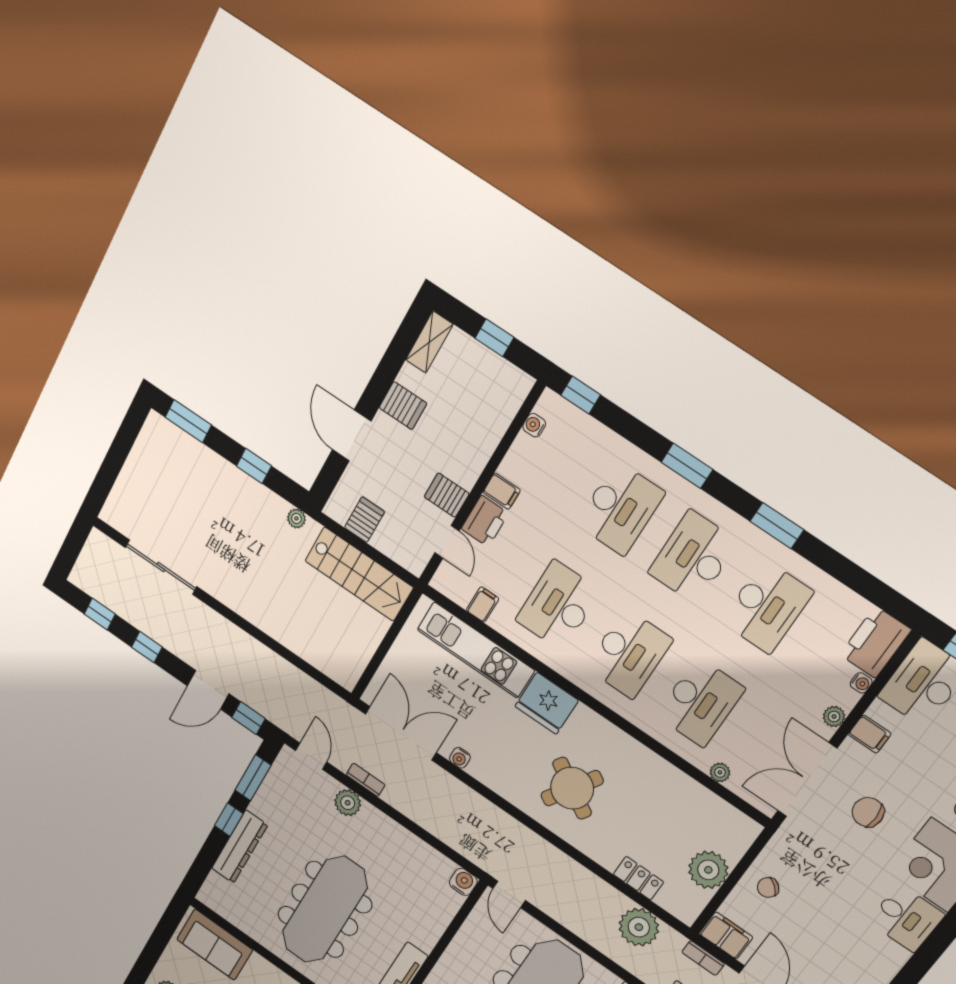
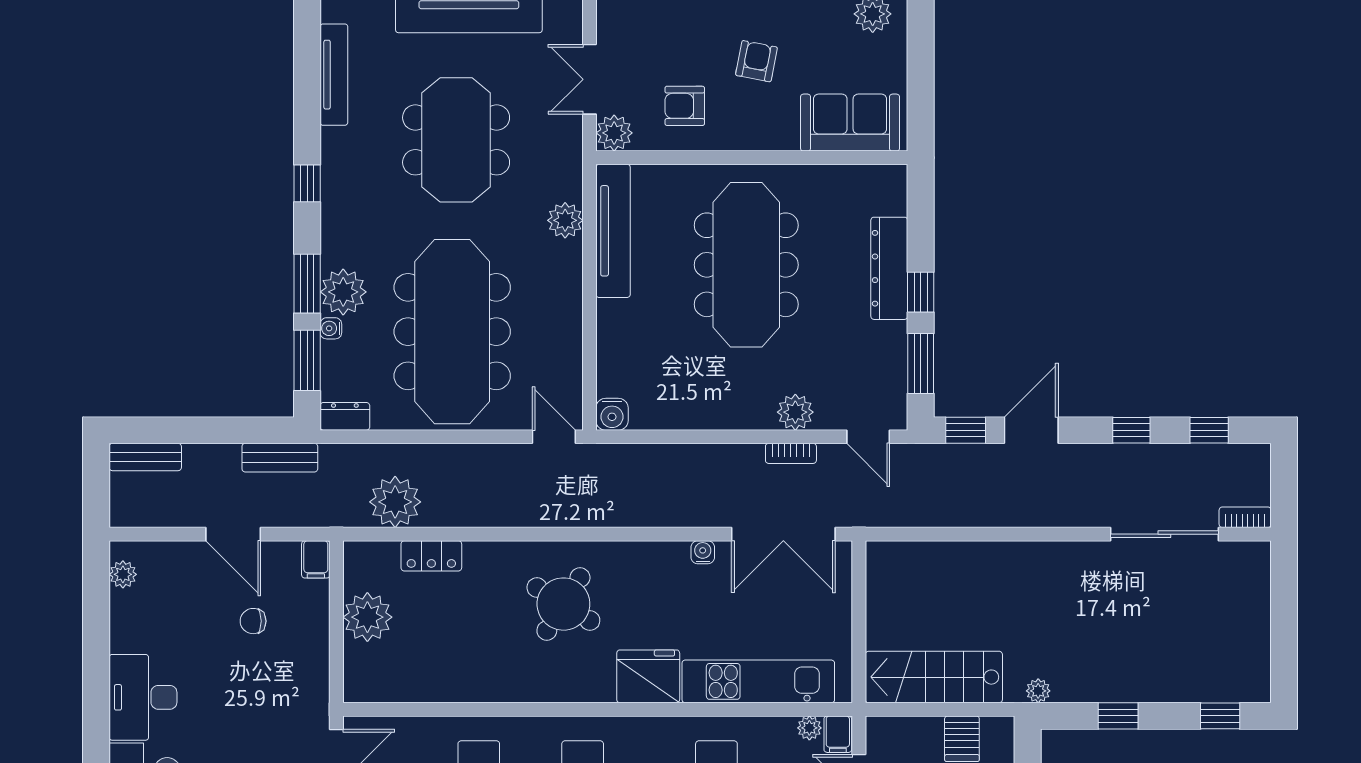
window: (188, 421) -> (1220, 716), width x0.67
filing cabinet: (483, 605) -> (838, 734), moved
plant: (720, 772) -> (809, 728), moved
chair: (768, 887) -> (253, 621), moved, turned -131
desk: (906, 918) -> (143, 697), width x1.37
filing cabinet: (726, 936) -> (316, 559), width x0.50
bookcase: (703, 958) -> (1245, 517), moved

